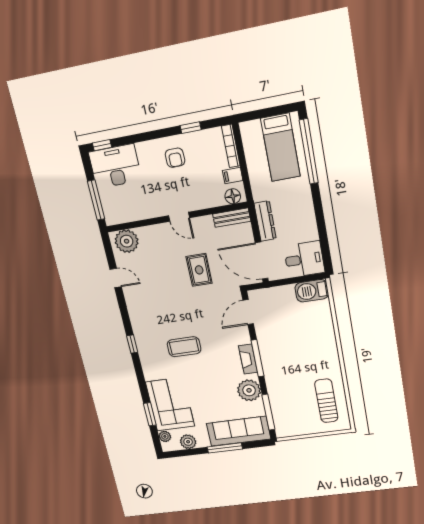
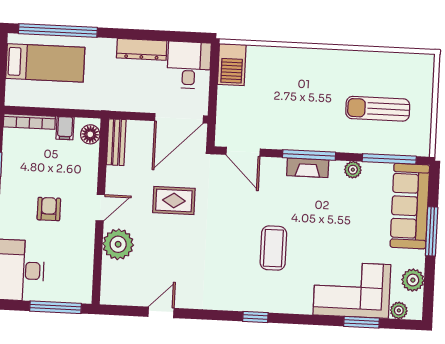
armchair: (175, 158) -> (49, 209), moved, turned -90
dresser: (265, 221) -> (142, 49), moved, turned 180
plant: (127, 241) -> (118, 244), moved
plant: (249, 390) -> (353, 170), width x0.53, depth x0.53
sun lounger: (326, 401) -> (378, 109), moved

